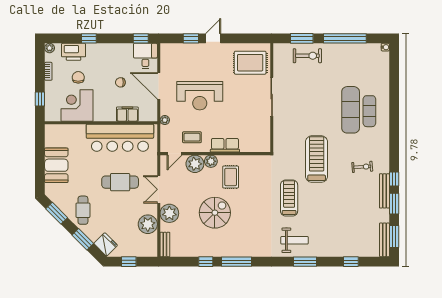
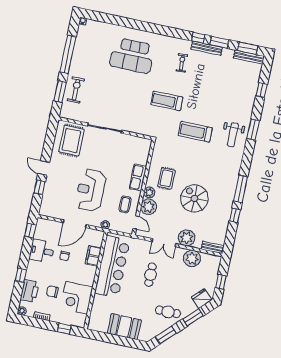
desk: (145, 56) -> (42, 251), moved
reception desk: (200, 96) -> (91, 190), turned 180
treadmill: (317, 159) -> (167, 101), width x0.73, depth x0.73
rug: (231, 177) -> (166, 178), turned 90
cafe table: (120, 182) -> (151, 275), width x0.73, depth x0.74
weight bench: (295, 240) -> (233, 135), turned 180

